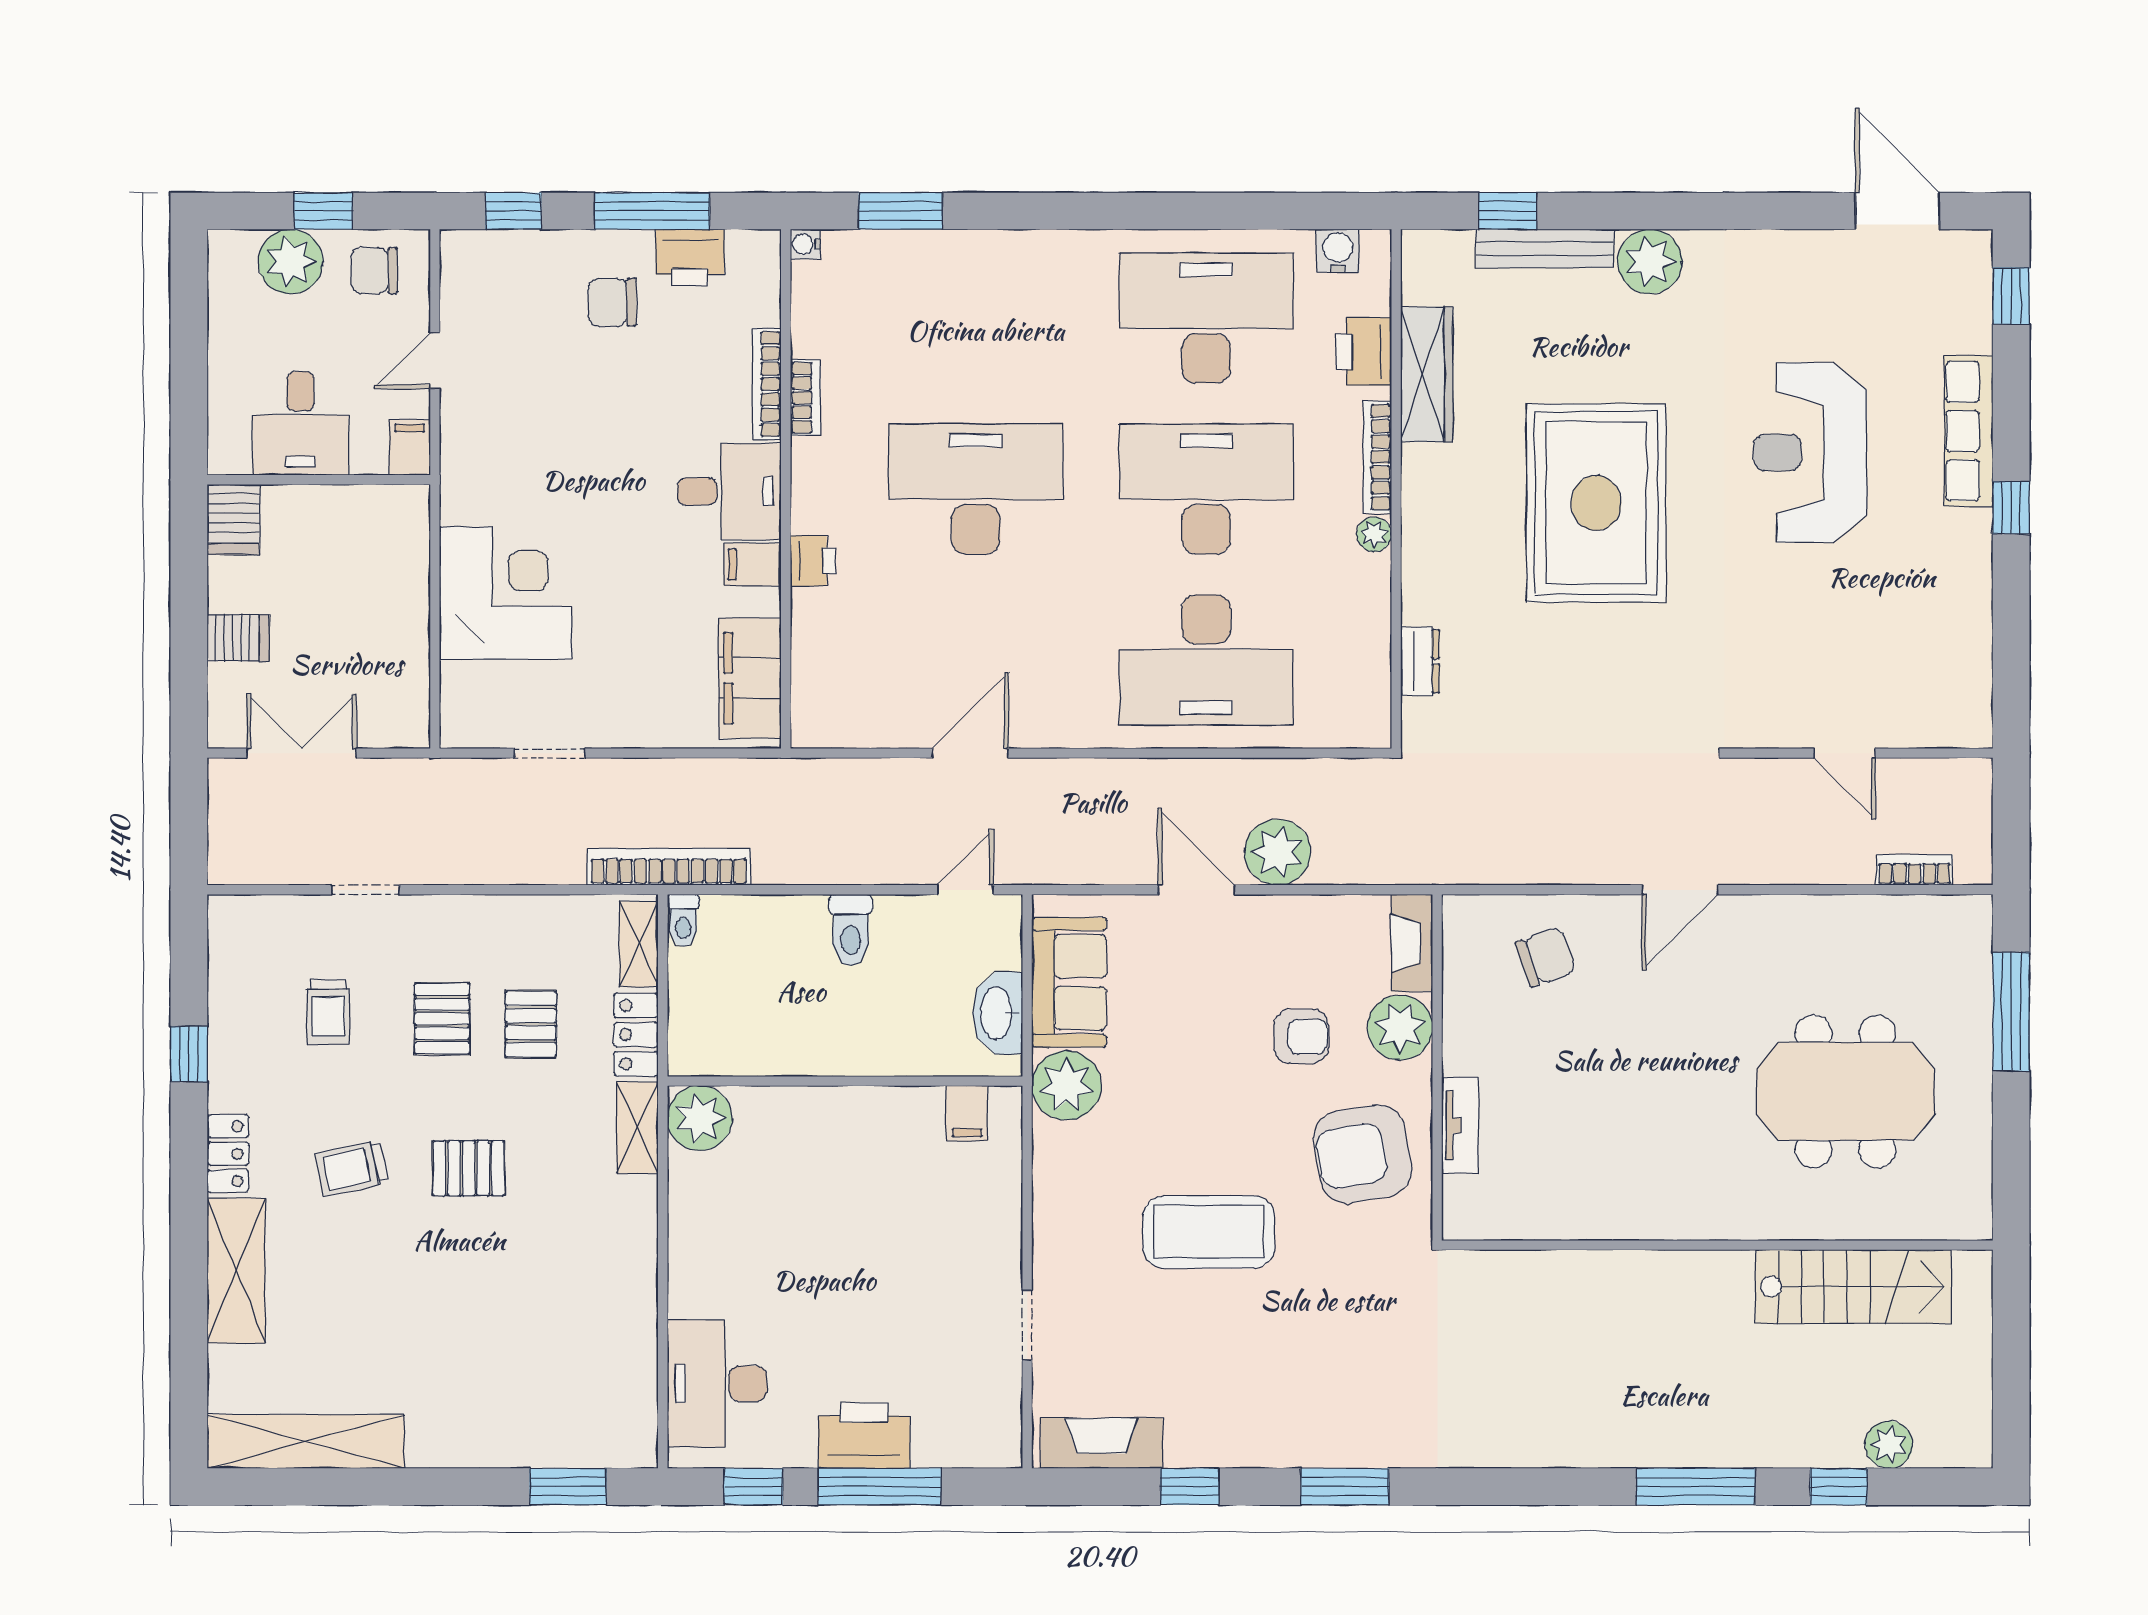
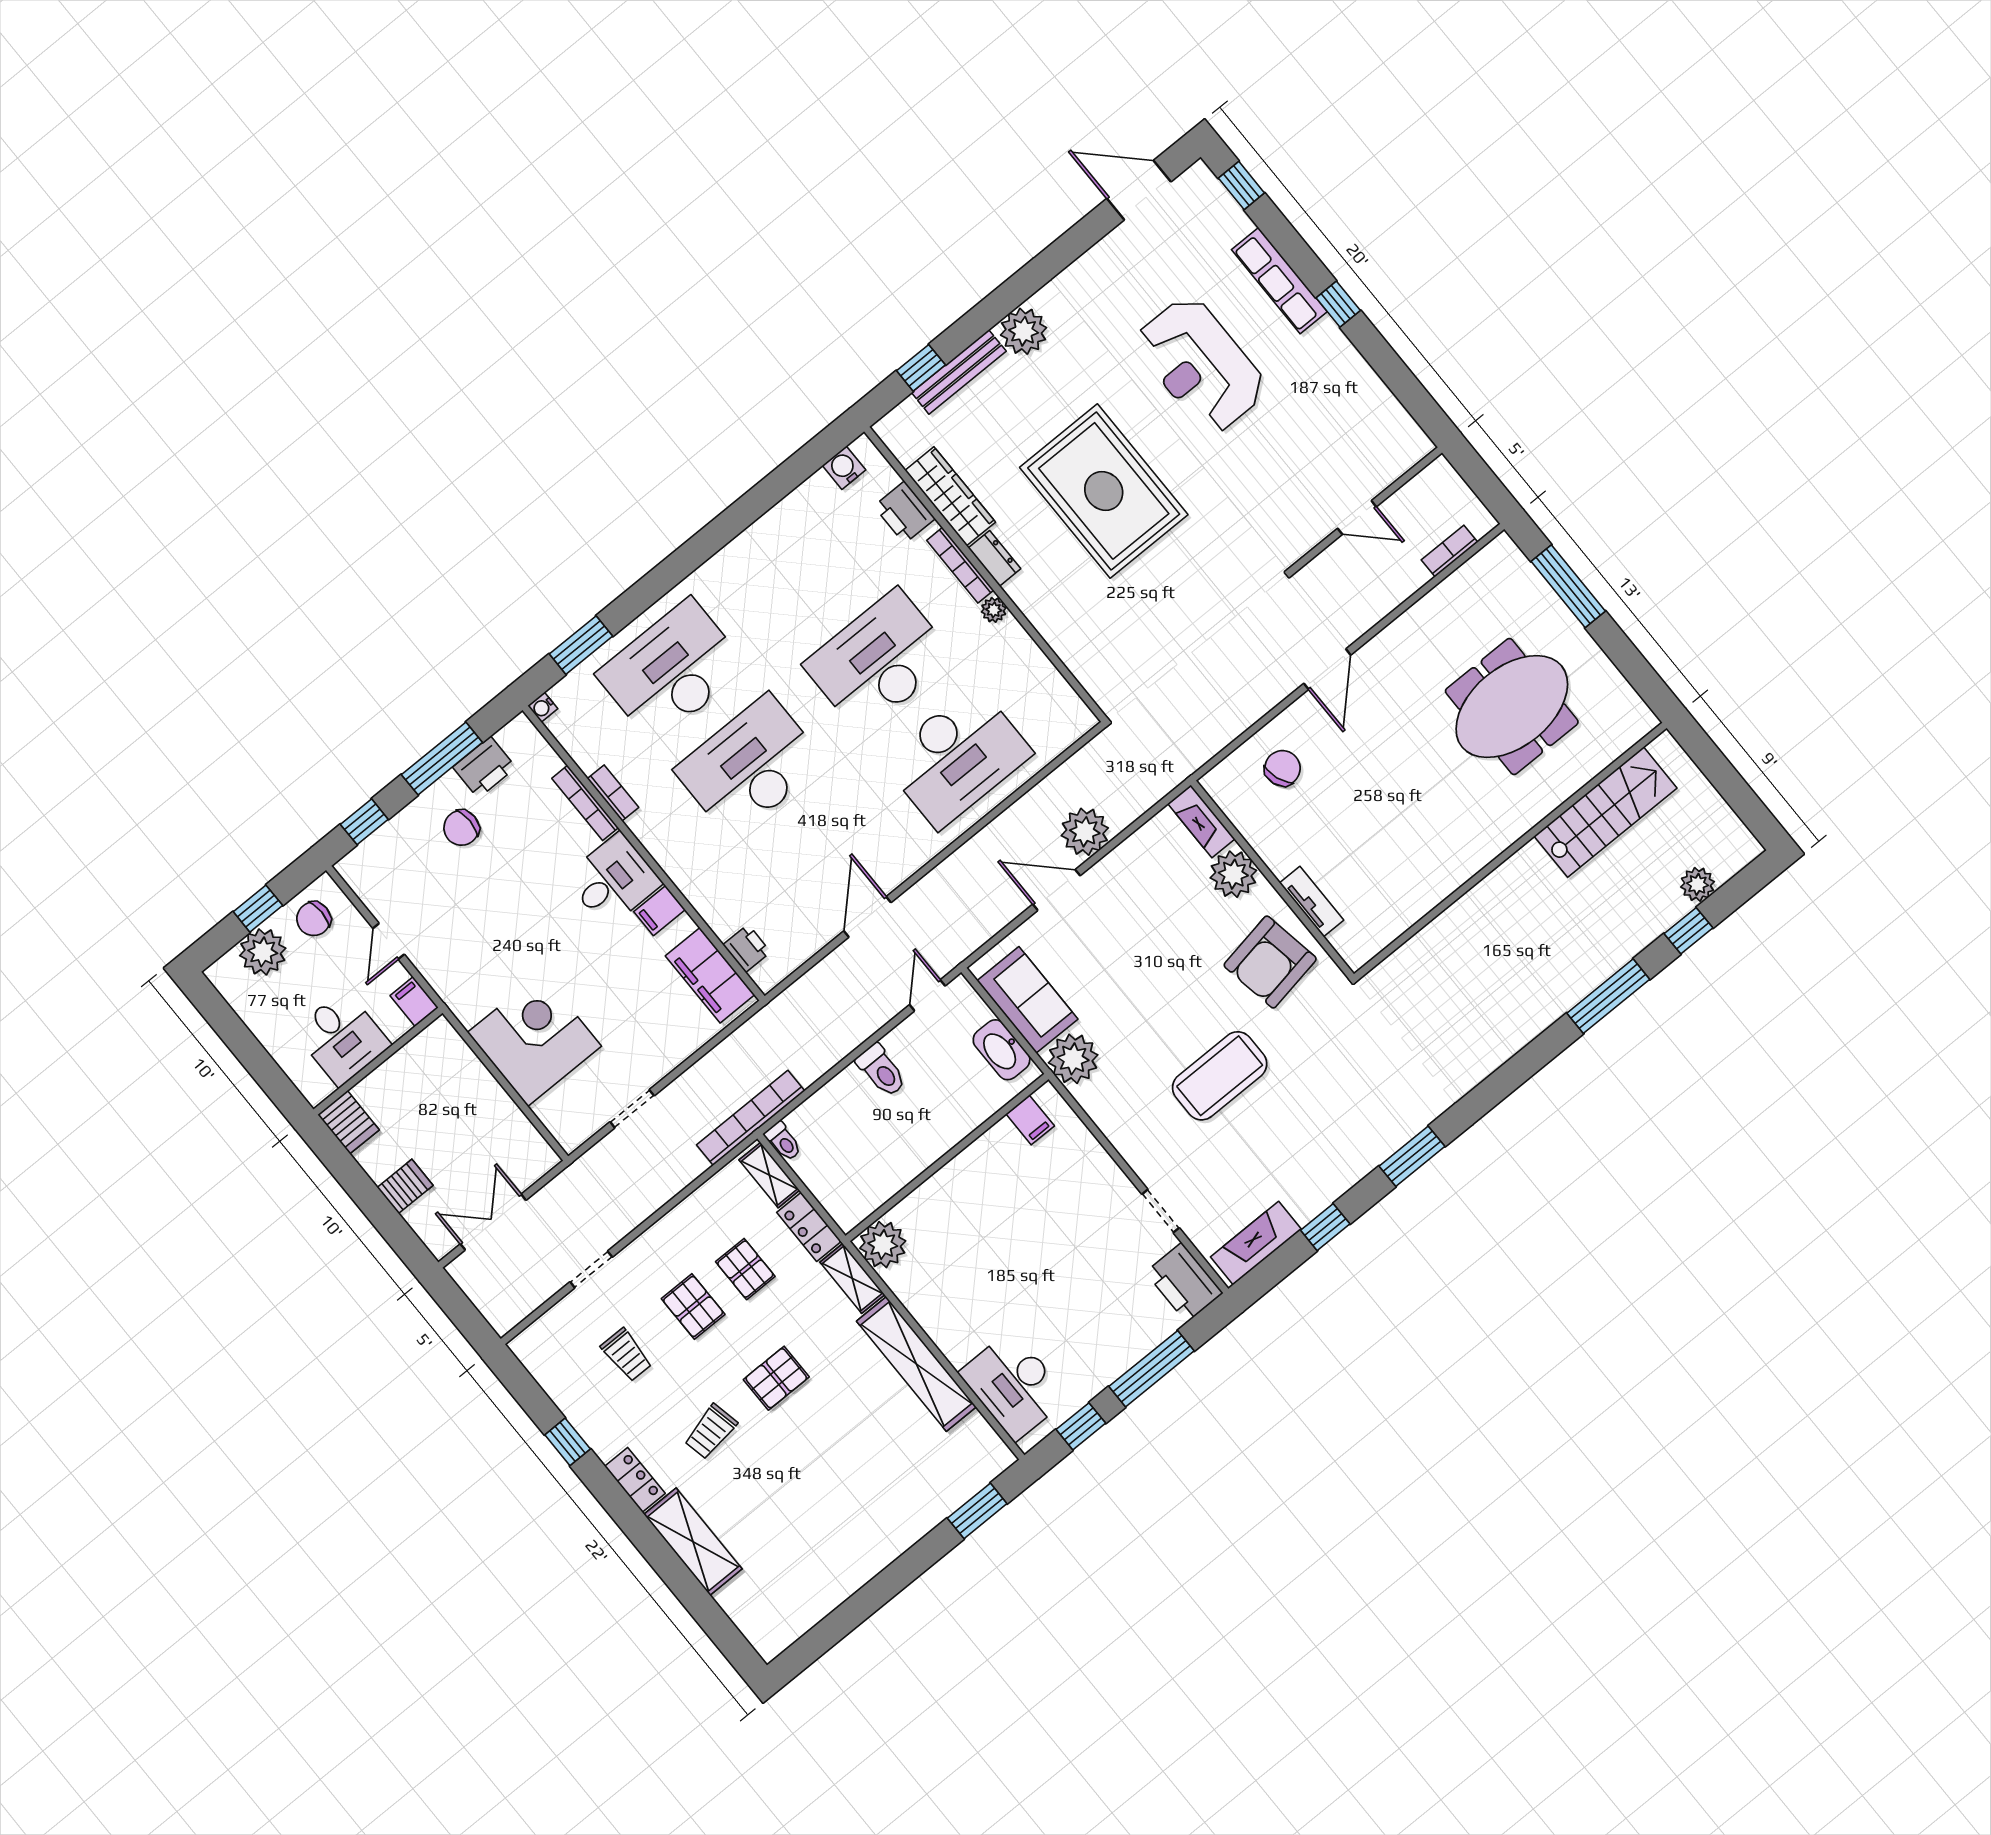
desk: (1206, 318) -> (672, 671), moved
printer: (813, 561) -> (747, 948), moved
dresser: (1420, 661) -> (994, 558), moved
armchair: (1301, 1036) -> (1182, 924), removed
printer: (864, 1436) -> (1184, 1283), moved, turned -90
shelving: (306, 1441) -> (916, 1364), moved, turned 90

